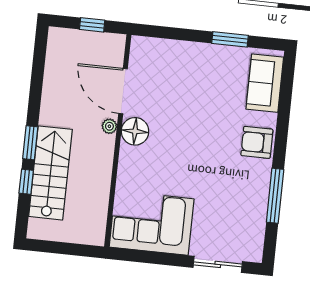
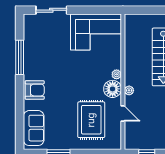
rug: (173, 87) -> (91, 120), added
door: (123, 91) -> (123, 114), width x0.53
plant: (126, 153) -> (117, 74), added

